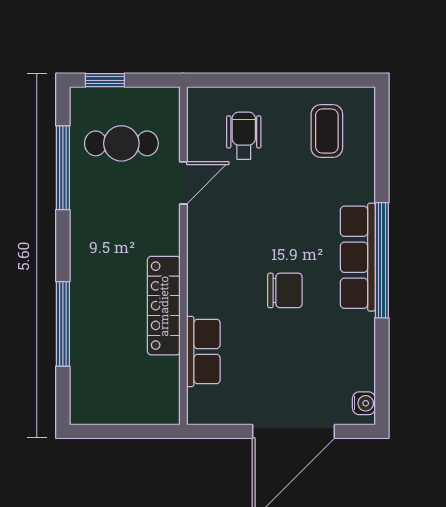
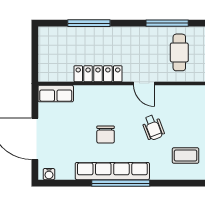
wheelchair: (244, 136) -> (153, 127), moved, turned 69
door: (183, 183) -> (144, 84), moved
row of seats: (358, 257) -> (112, 171), width x1.36
row of seats: (203, 351) -> (56, 94), moved

